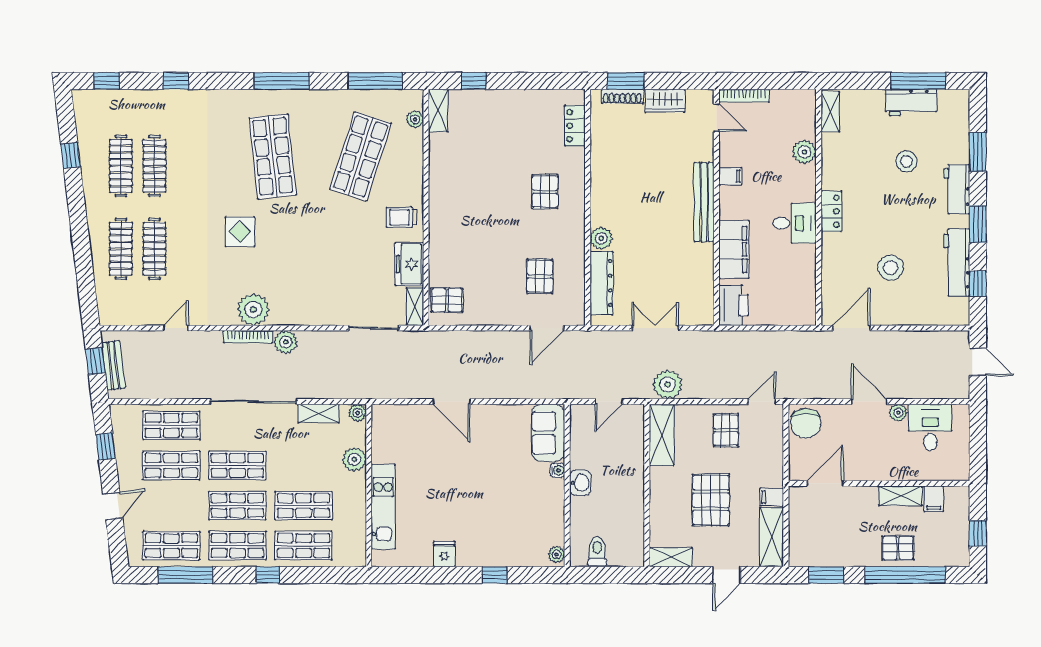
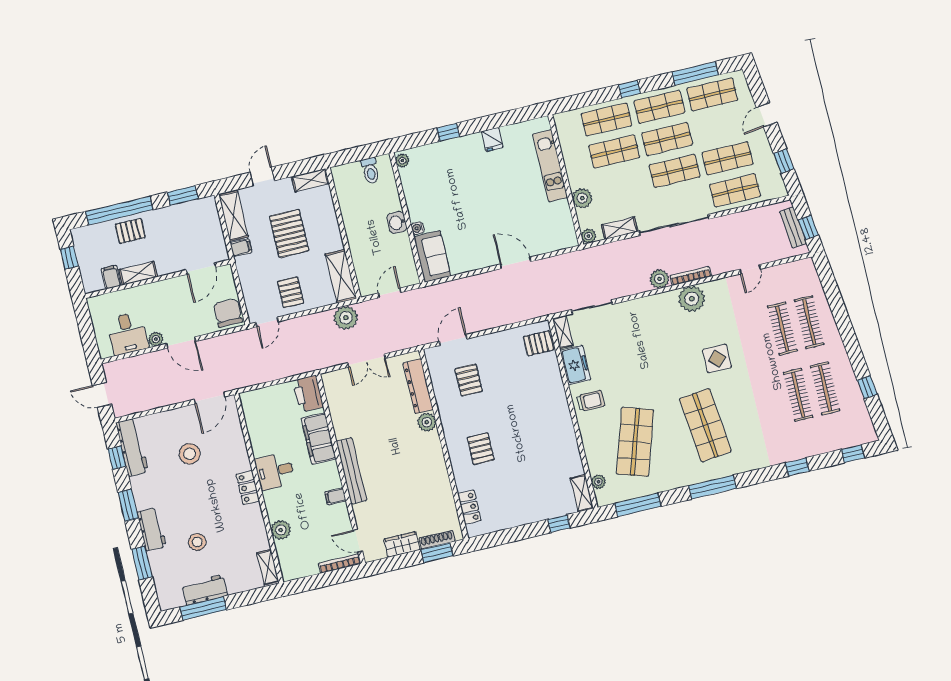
workbench: (957, 263) -> (132, 447), moved

